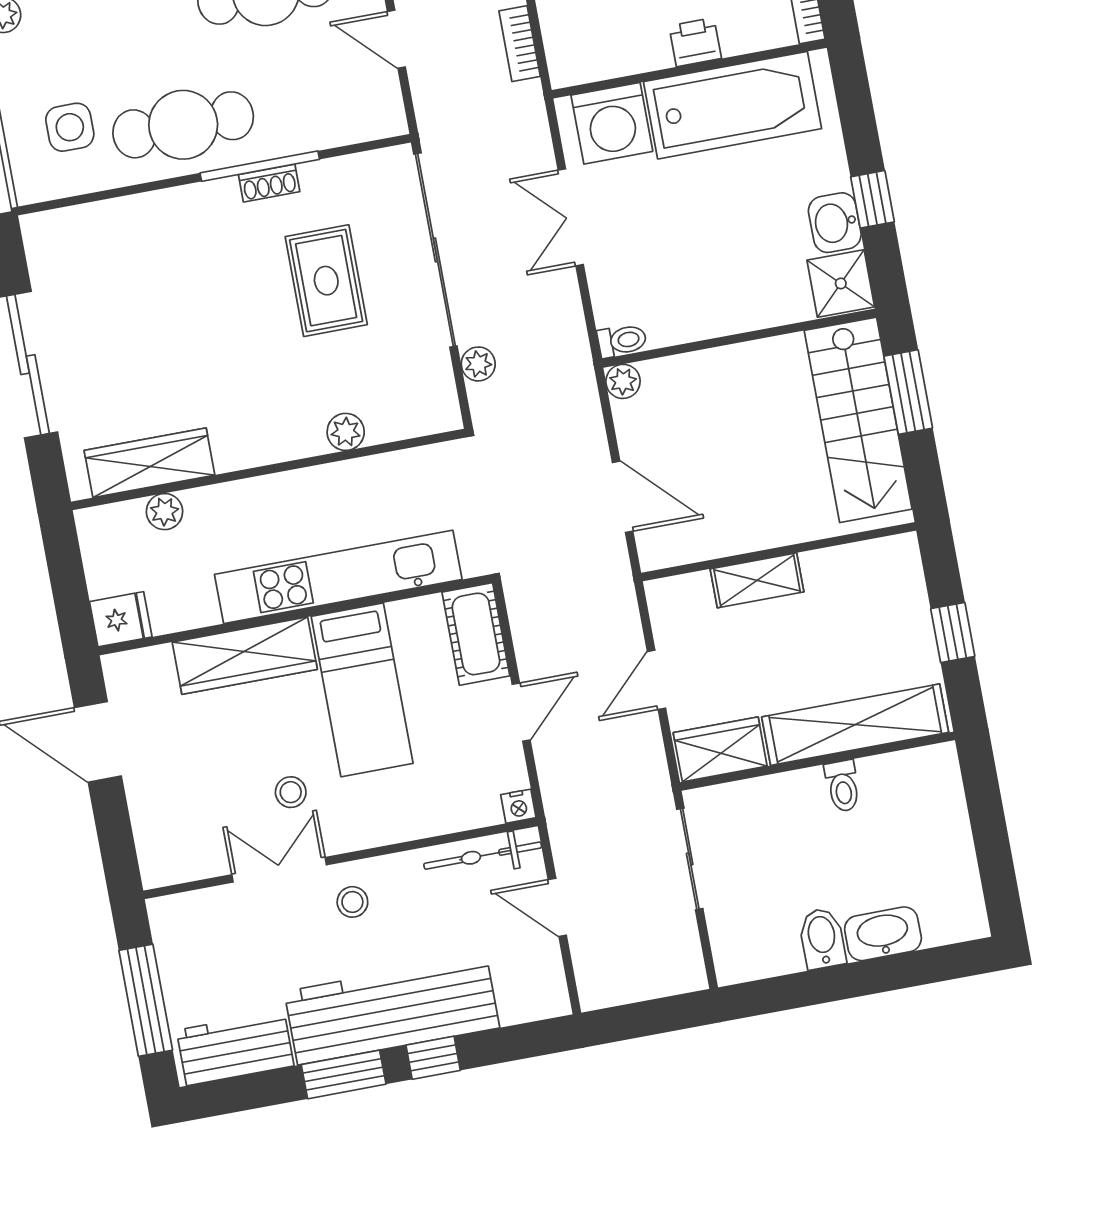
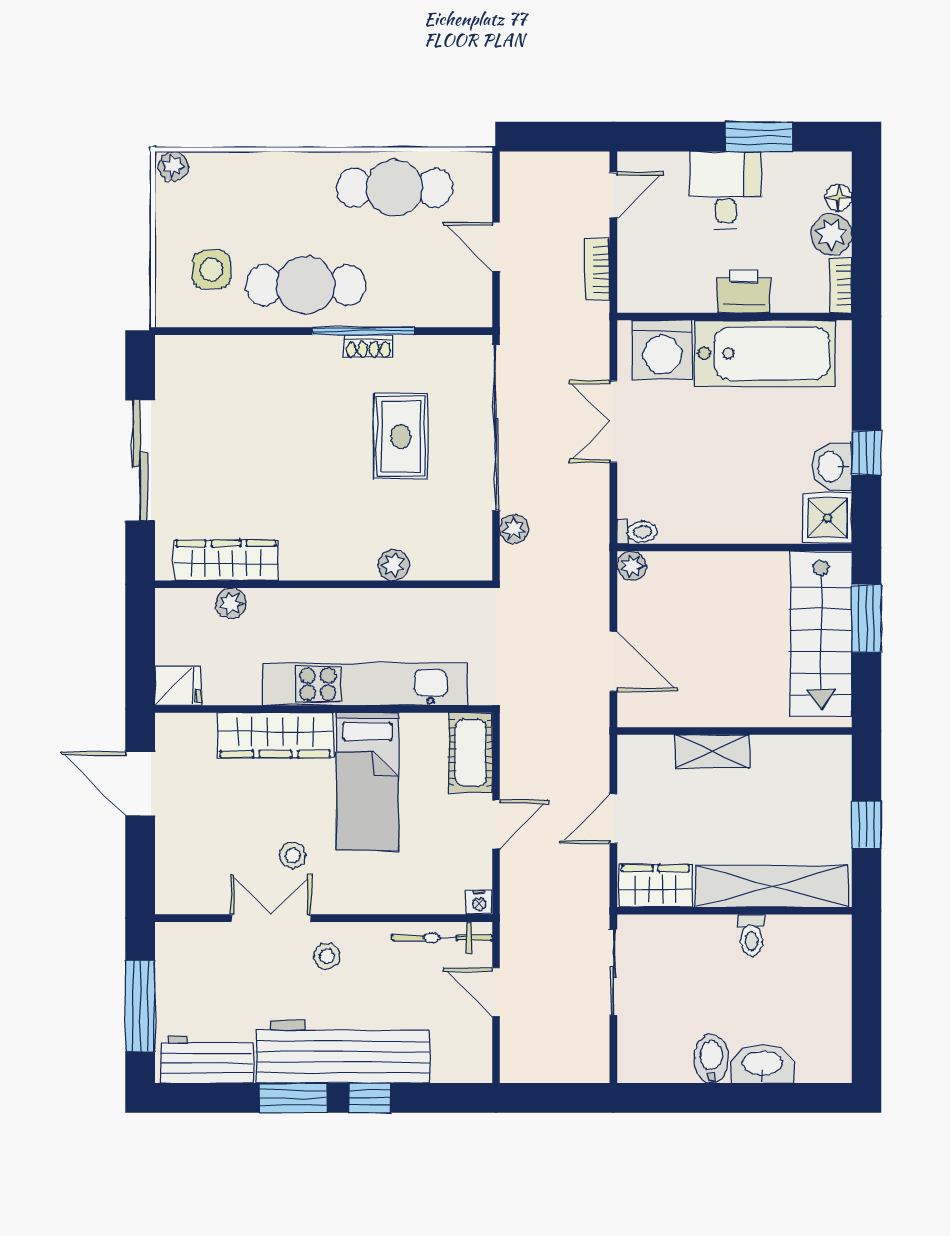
printer: (695, 42) -> (744, 291), width x1.36, depth x1.24

